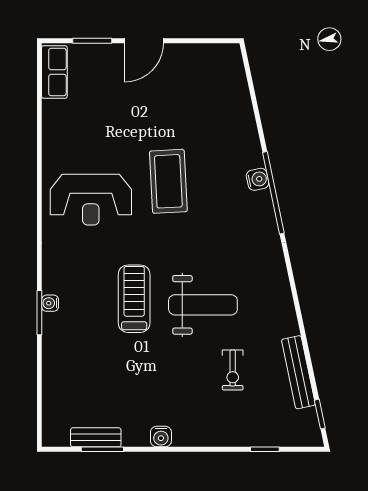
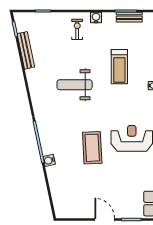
door: (144, 41) -> (105, 220), hinge flipped
water cooler: (258, 179) -> (49, 160), moved
treadmill: (134, 299) -> (119, 67), moved
exercise bike: (233, 370) -> (77, 29), moved

